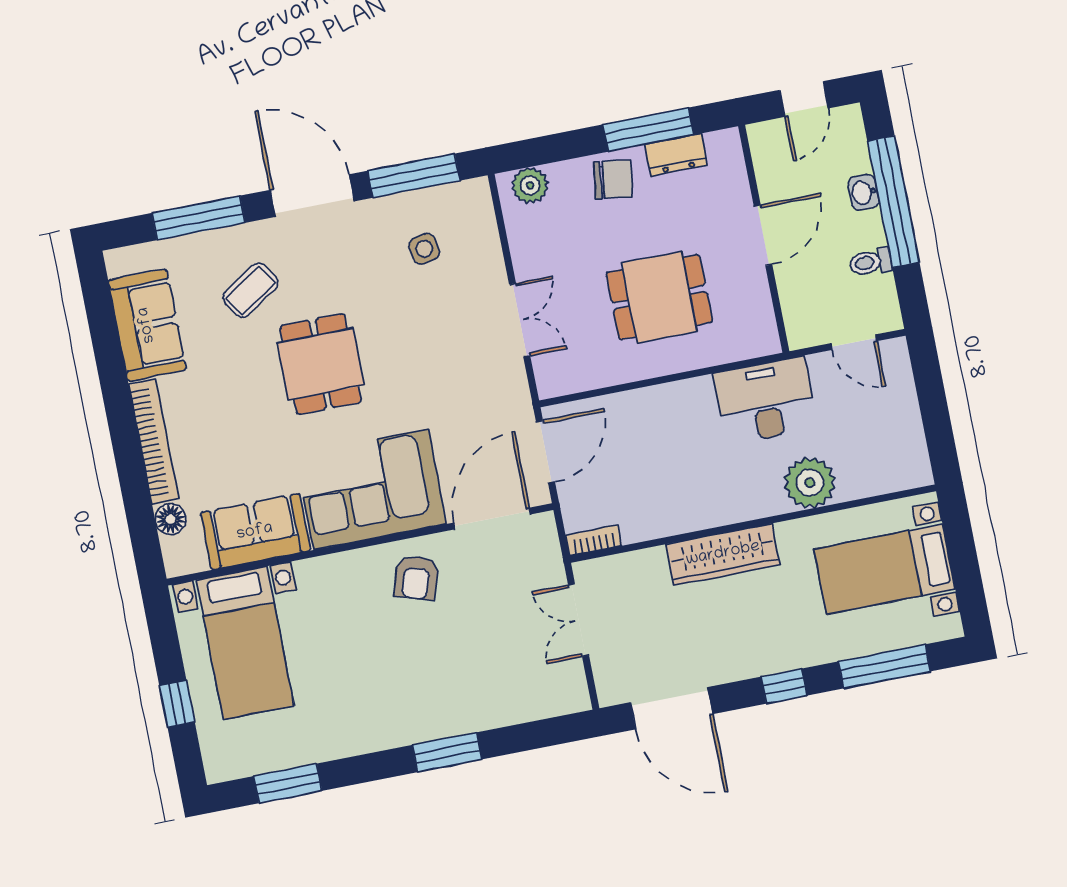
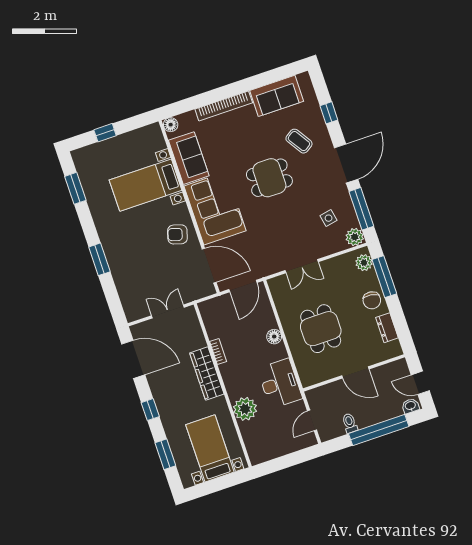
window: (648, 130) -> (384, 277), moved
washbasin: (863, 192) -> (410, 406), moved
plant: (472, 198) -> (355, 237), added
window: (199, 218) -> (329, 113), width x0.46
floor lamp: (663, 399) -> (274, 337), added
door: (546, 452) -> (243, 286), hinge flipped
floor lamp: (171, 519) -> (171, 125), moved
bookcase: (594, 541) -> (218, 351), moved
bed with nightstands: (245, 643) -> (146, 185), moved
window: (884, 666) -> (165, 454), width x0.69
door: (672, 708) -> (133, 359), swing flipped

